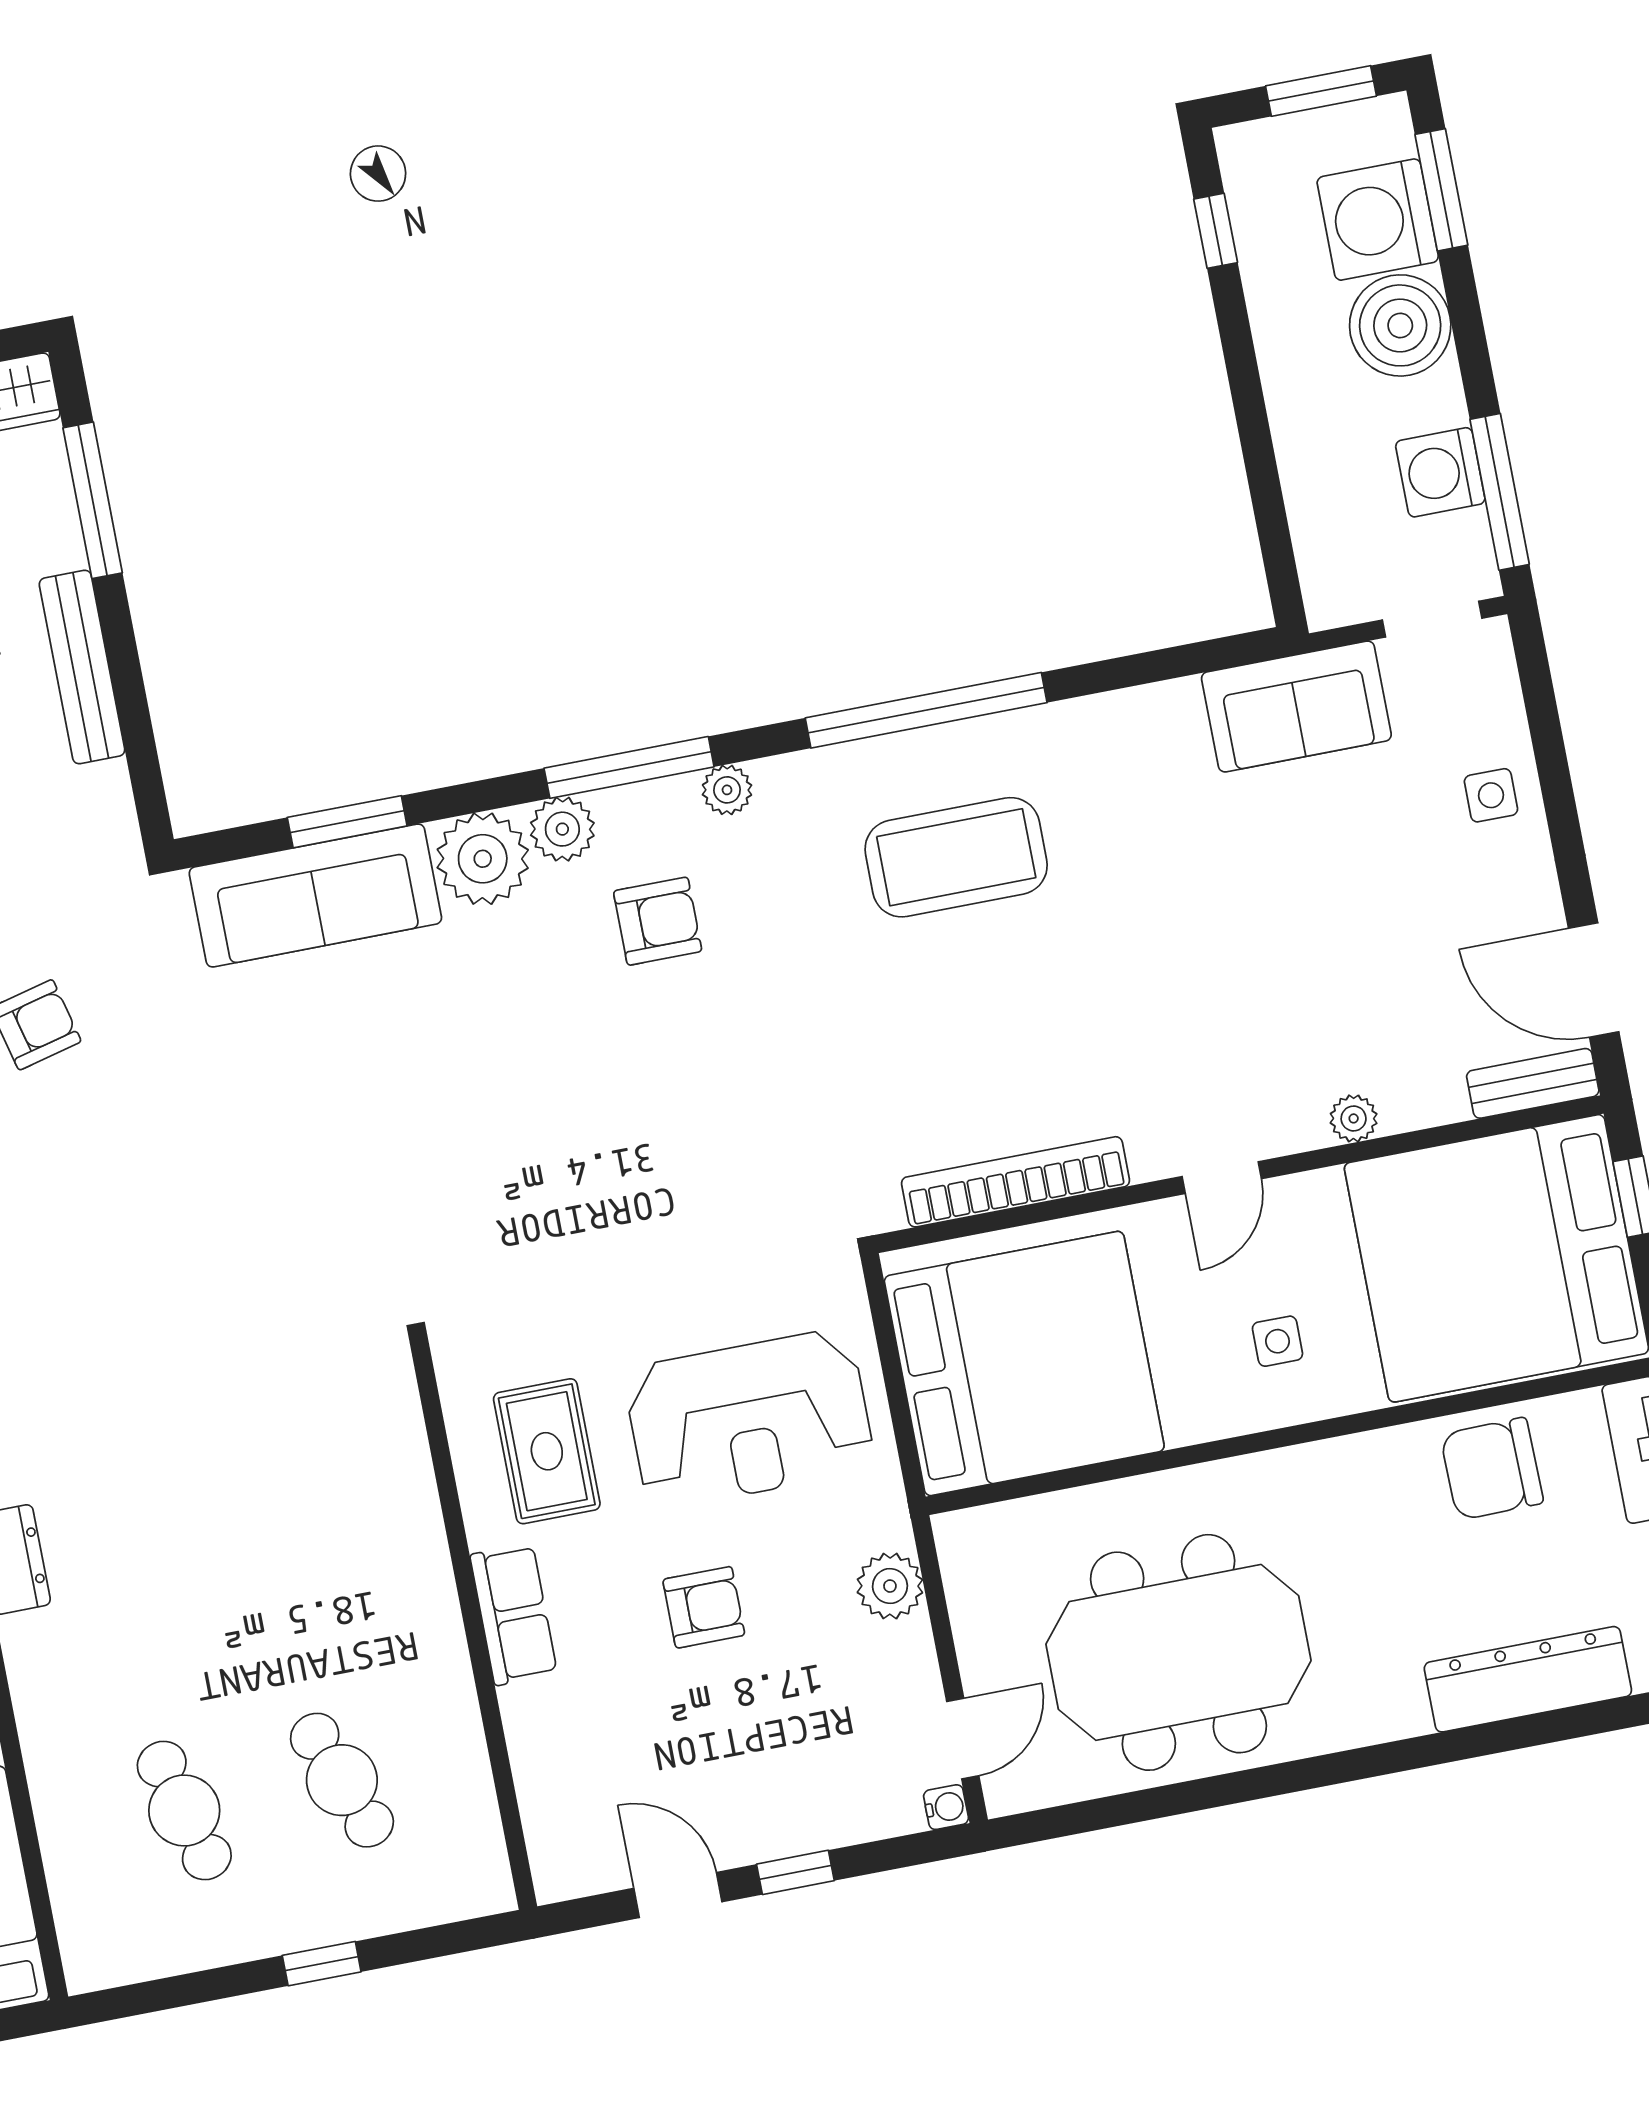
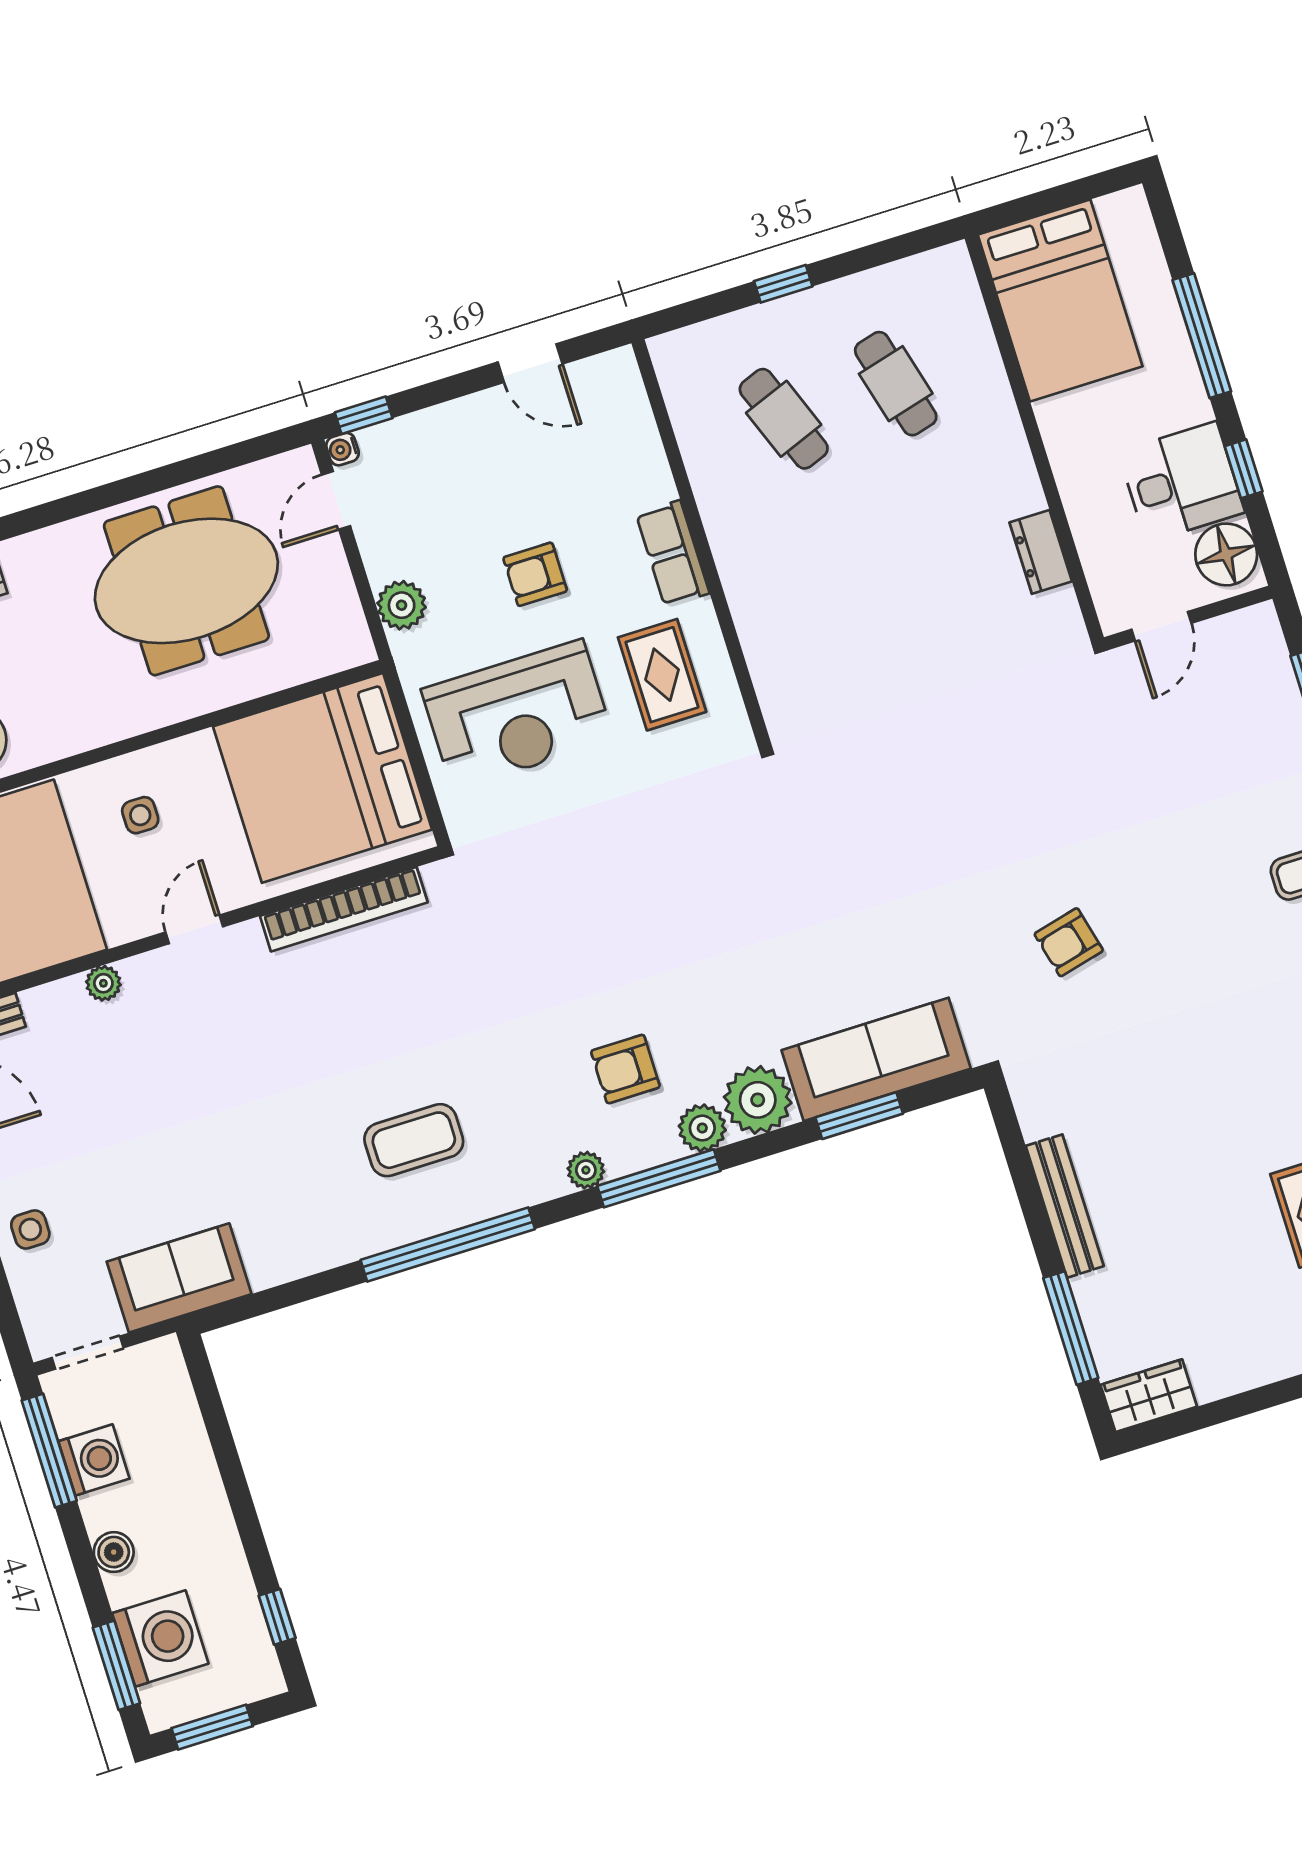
boiler: (1400, 325) -> (114, 1552), width x0.54, depth x0.54
coffee table: (956, 857) -> (414, 1140), width x0.73, depth x0.76
reception desk: (749, 1419) -> (518, 715), turned 180
window: (795, 1872) -> (364, 415), moved

